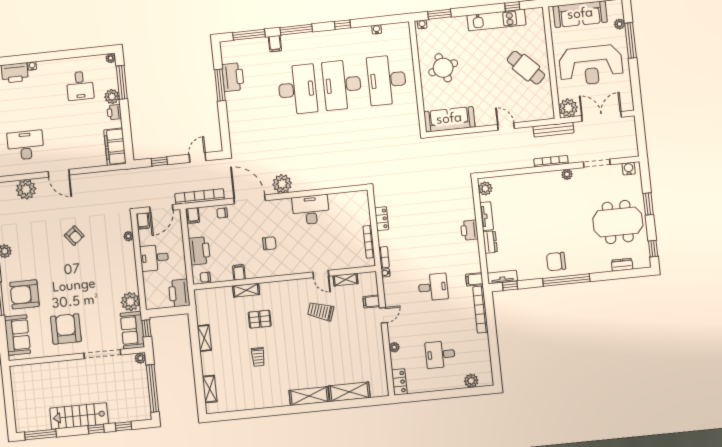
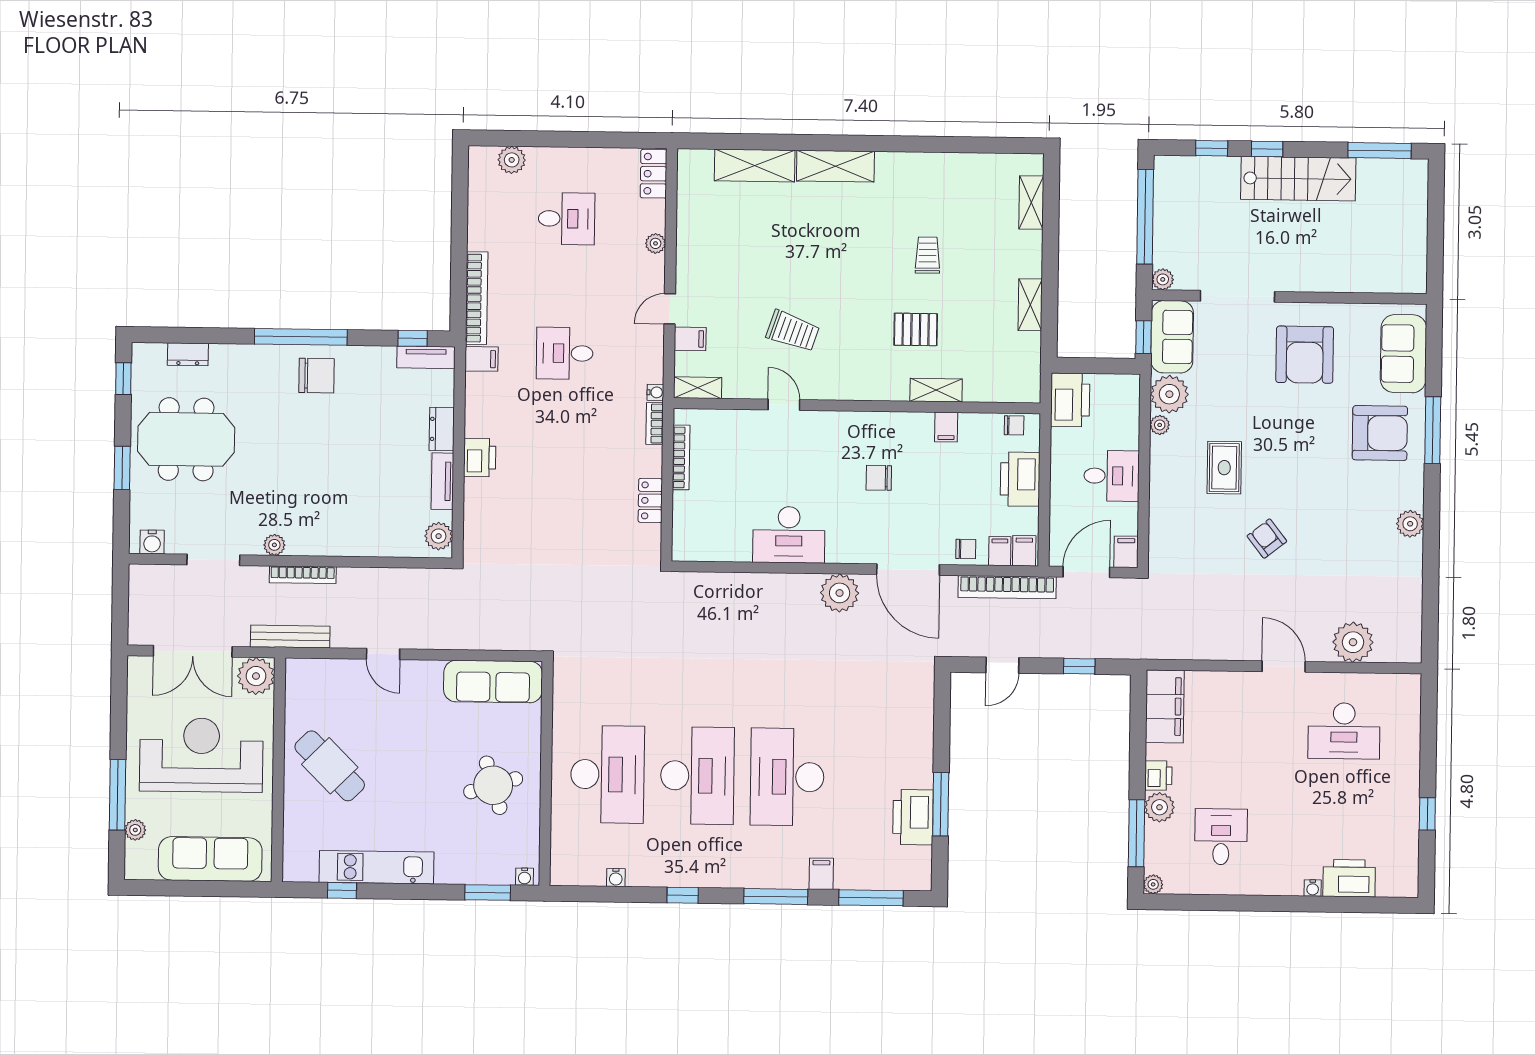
filing cabinet: (205, 214) -> (1000, 551), added
plant: (128, 236) -> (1160, 425), moved
rug: (99, 268) -> (1224, 468), added
shelving: (346, 280) -> (698, 388), moved

